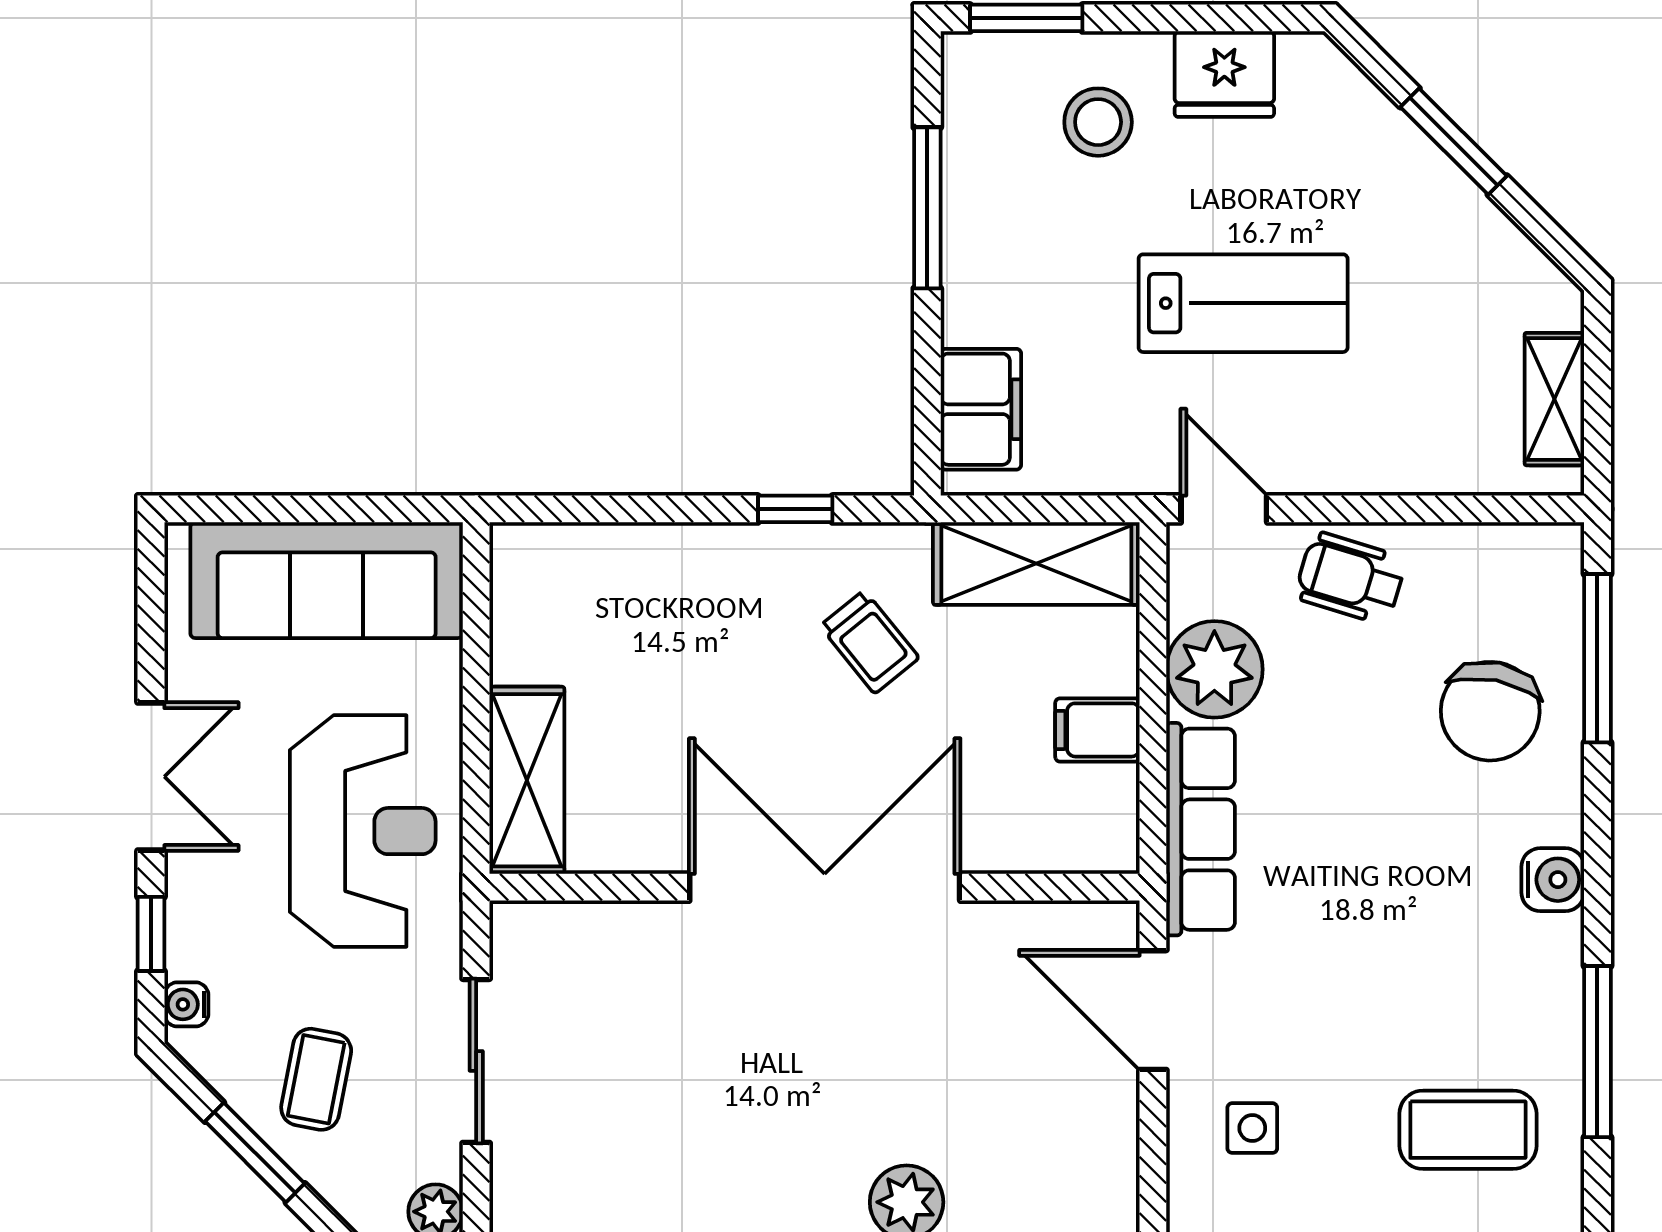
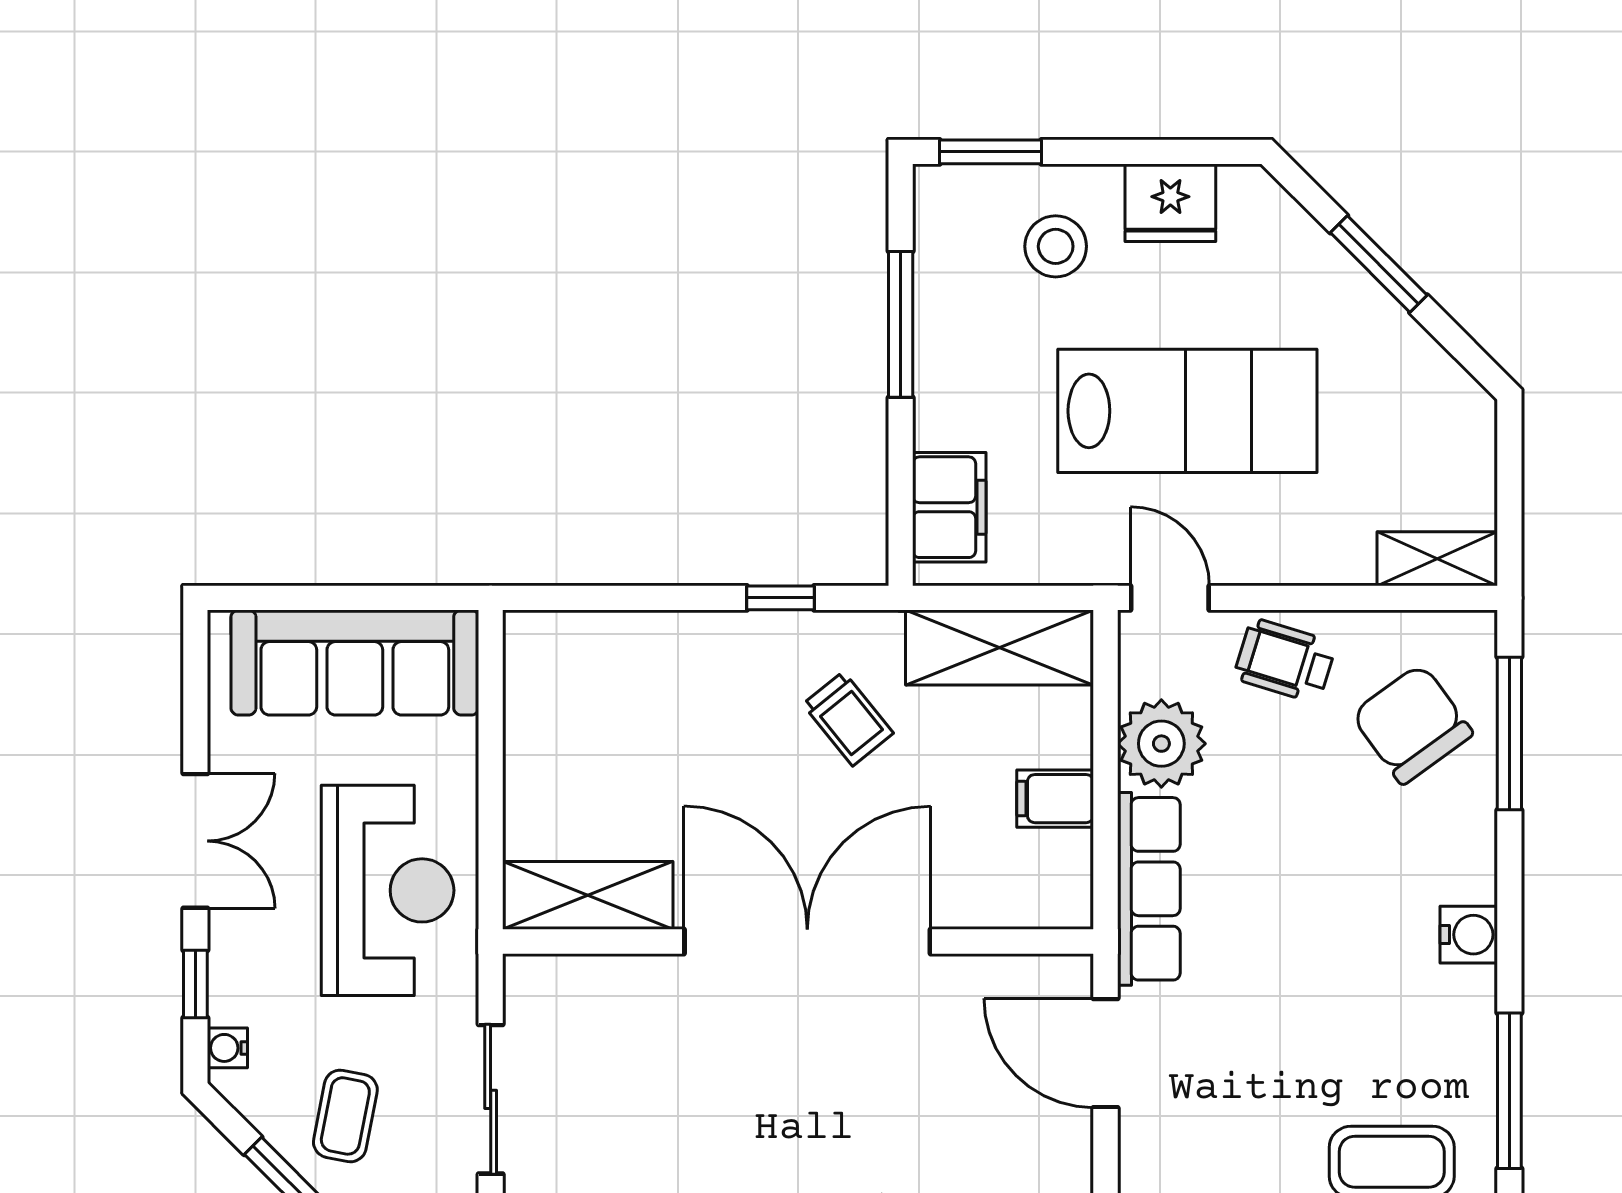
lab bench: (1243, 303) -> (1187, 411), width x1.36, depth x1.39
shelving: (1554, 399) -> (1437, 559), moved, turned 90
chair: (1490, 711) -> (1412, 724), moved, turned 133
shelving: (527, 780) -> (588, 895), moved, turned 90
side table: (1252, 1128) -> (1196, 1160), removed

